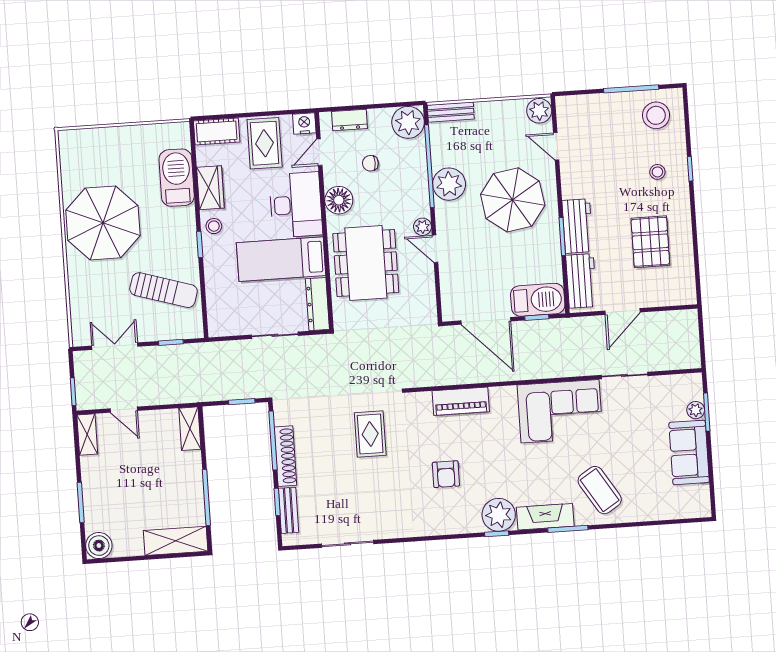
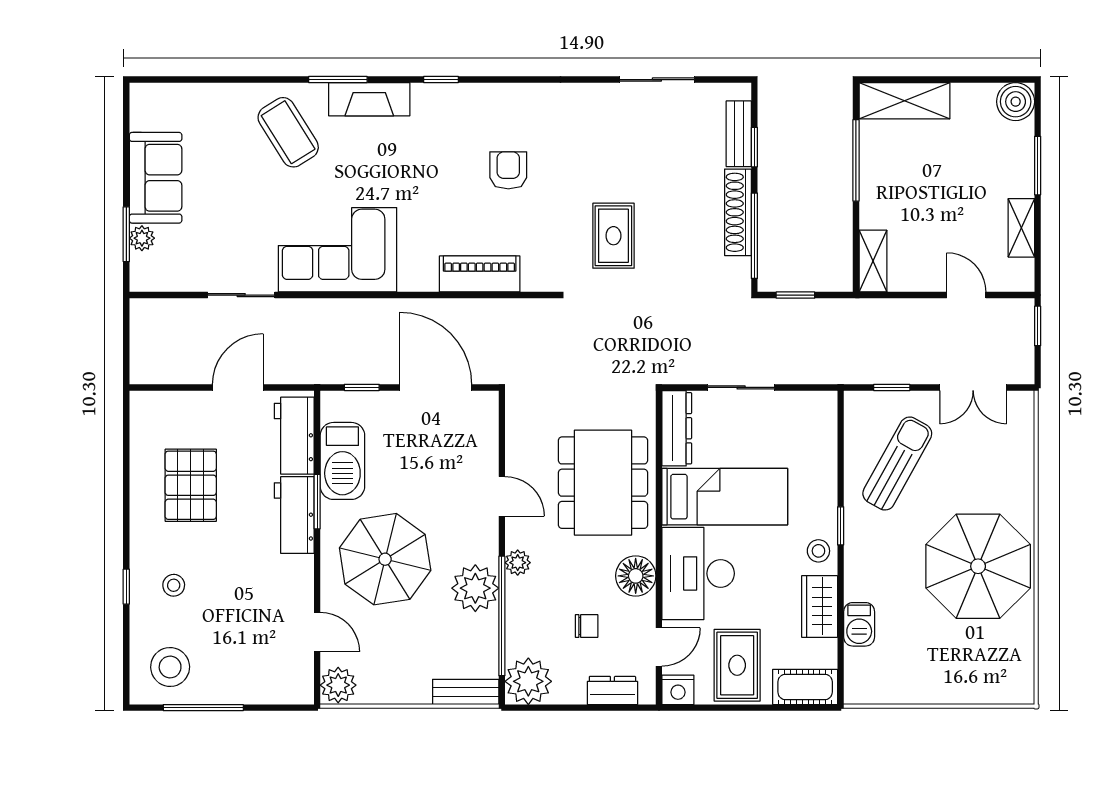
barbecue: (177, 178) -> (859, 624), width x0.53, depth x0.65
plant: (423, 227) -> (518, 563), moved
sun lounger: (164, 290) -> (897, 464), turned 102
barbecue: (538, 300) -> (342, 461), moved, turned -90
shelving: (87, 435) -> (1021, 228), moved
plant: (499, 515) -> (436, 107), removed

